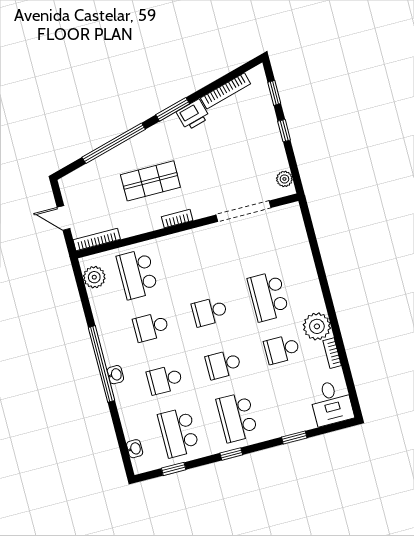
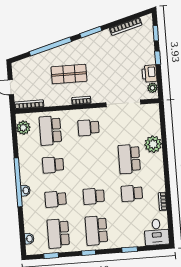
printer: (193, 115) -> (149, 74), moved, turned 105
school desk: (210, 312) -> (88, 128), moved
plant: (317, 326) -> (153, 144), moved

